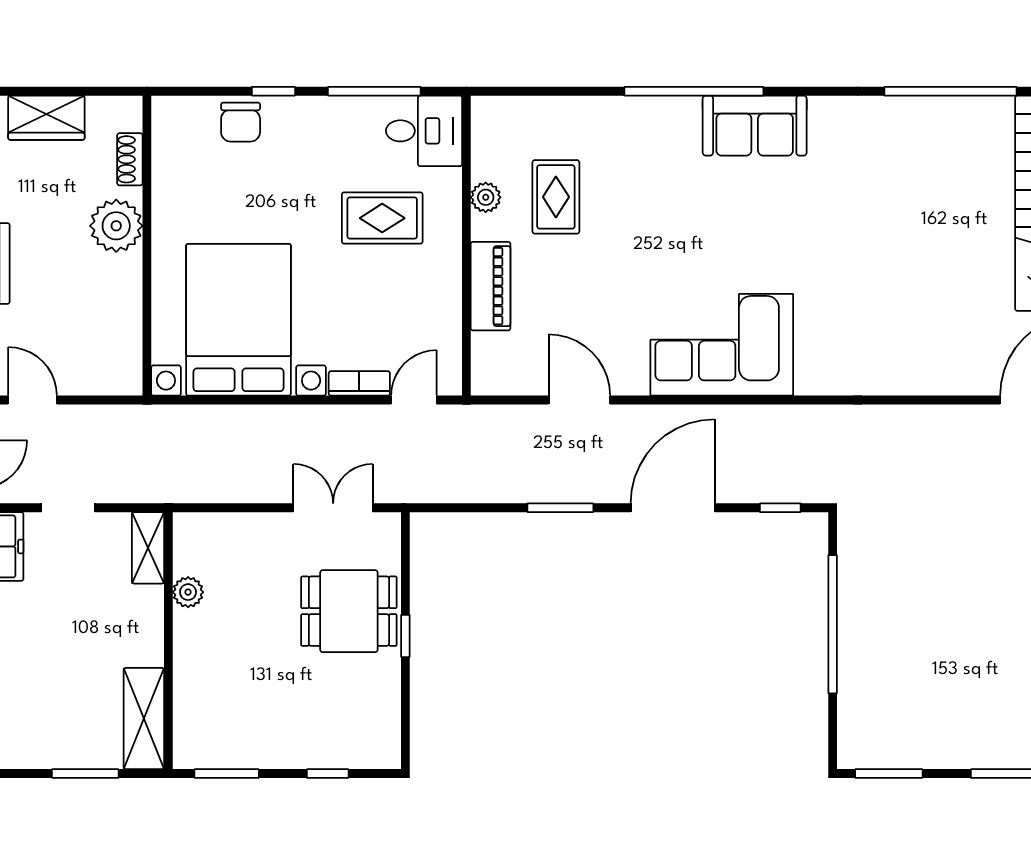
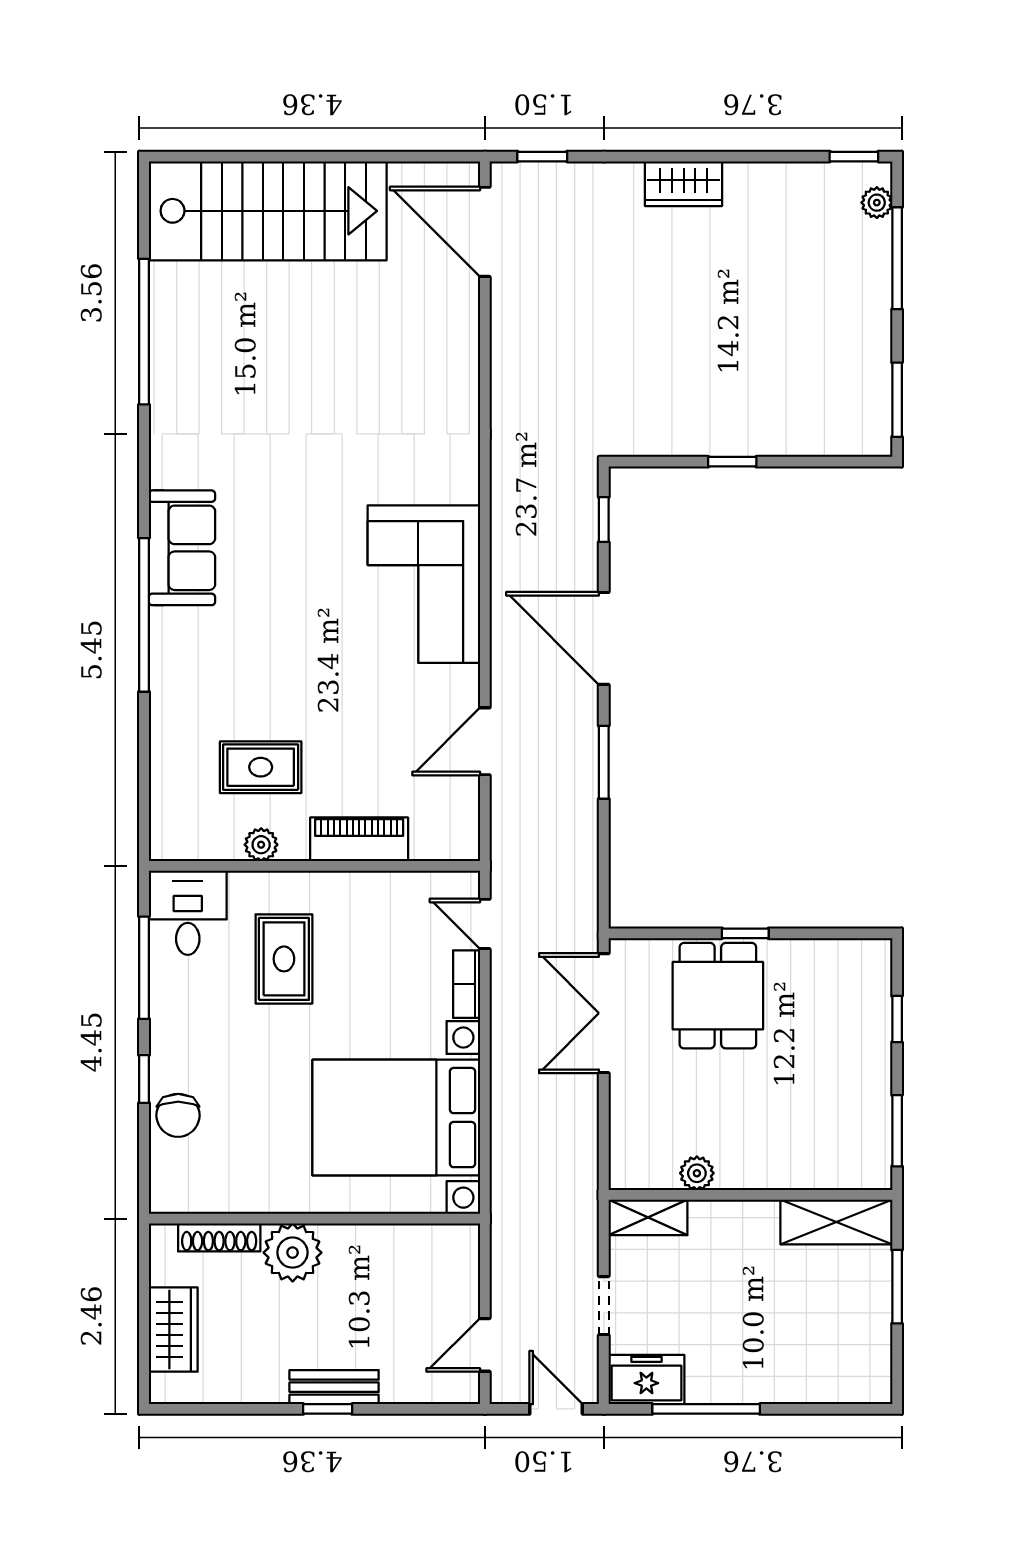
chair: (241, 122) -> (178, 1115), turned 90
shoe rack: (130, 159) -> (219, 1237), width x1.43
double door: (333, 508) -> (604, 1013), width x1.37
window: (833, 624) -> (732, 462), width x0.32

